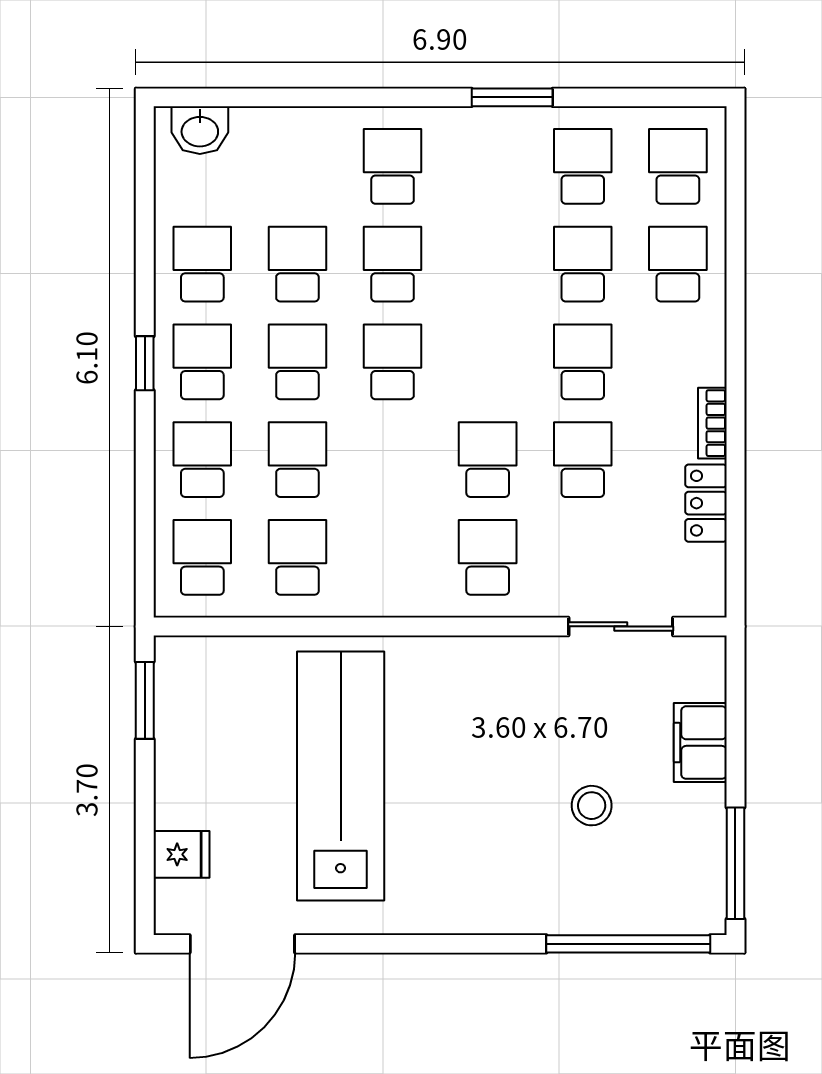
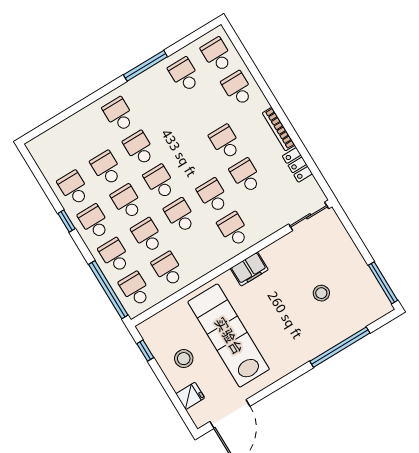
window: (512, 97) -> (145, 66), width x1.44
washbasin: (200, 130) -> (45, 142), removed
school desk: (583, 264) -> (180, 216), moved
window: (145, 363) -> (67, 221), moved
bookcase: (712, 423) -> (279, 129), width x1.56
window: (145, 524) -> (108, 290), added
sliding door: (621, 626) -> (309, 216), moved
window: (145, 700) -> (145, 351), width x0.67
filing cabinet: (700, 743) -> (249, 269), moved, turned -90
stool: (216, 767) -> (184, 359), added
window: (628, 944) -> (340, 347), moved

